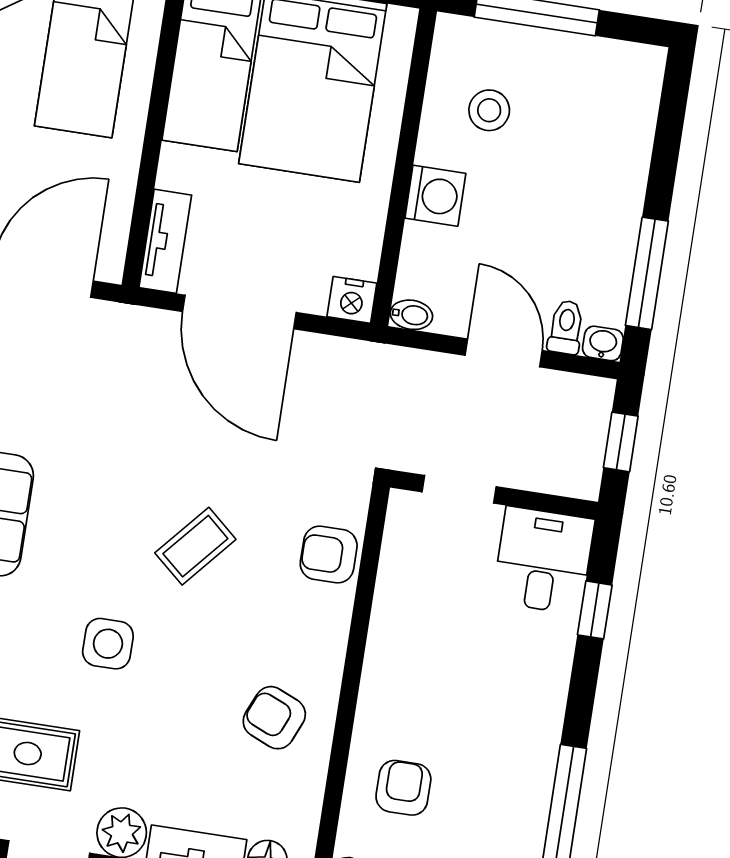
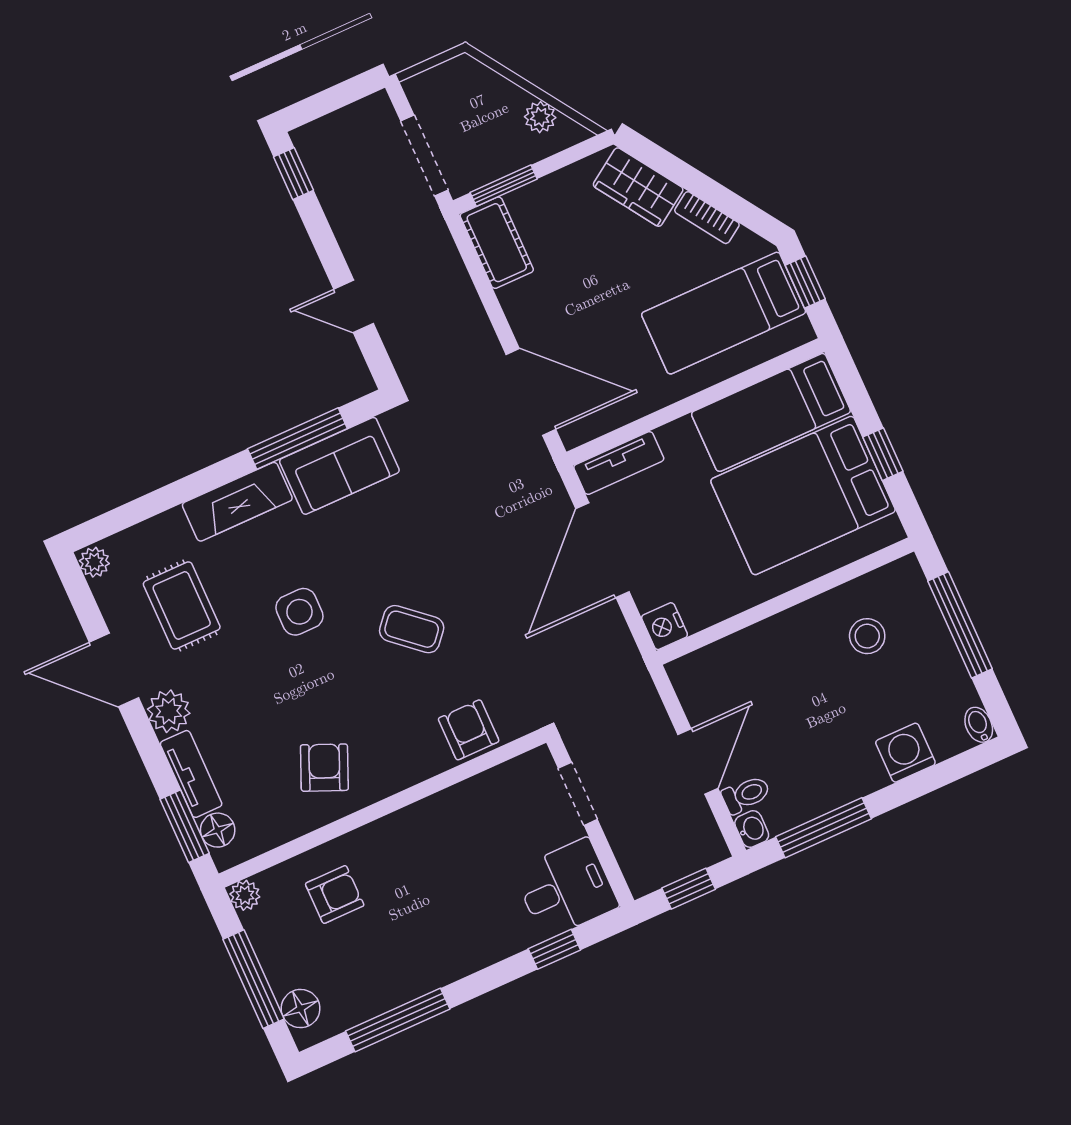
washing machine: (435, 196) -> (905, 753), moved, turned 180
bidet: (411, 315) -> (979, 725), moved, turned 180

